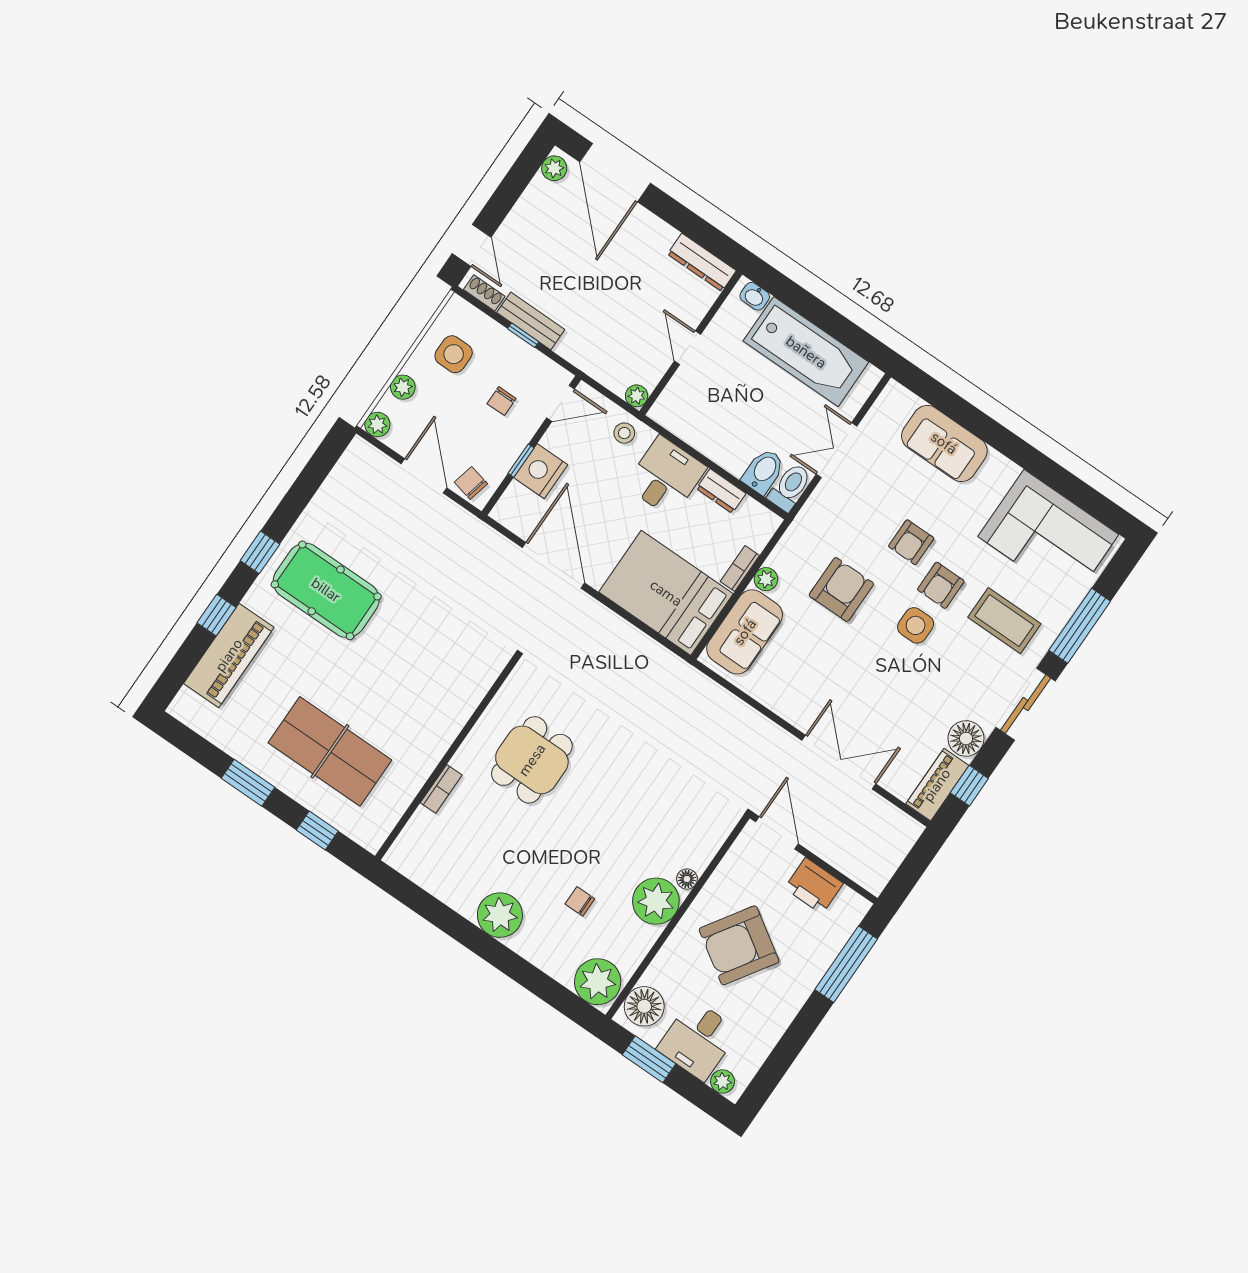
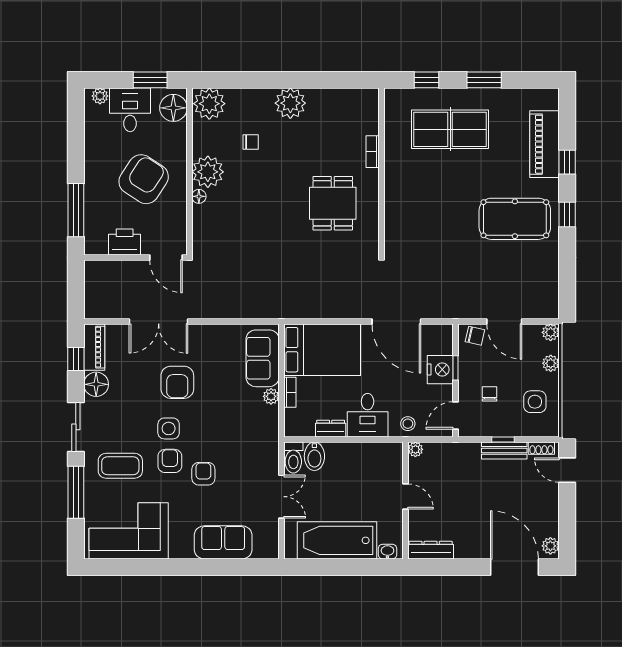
armchair: (841, 590) -> (177, 382), moved

